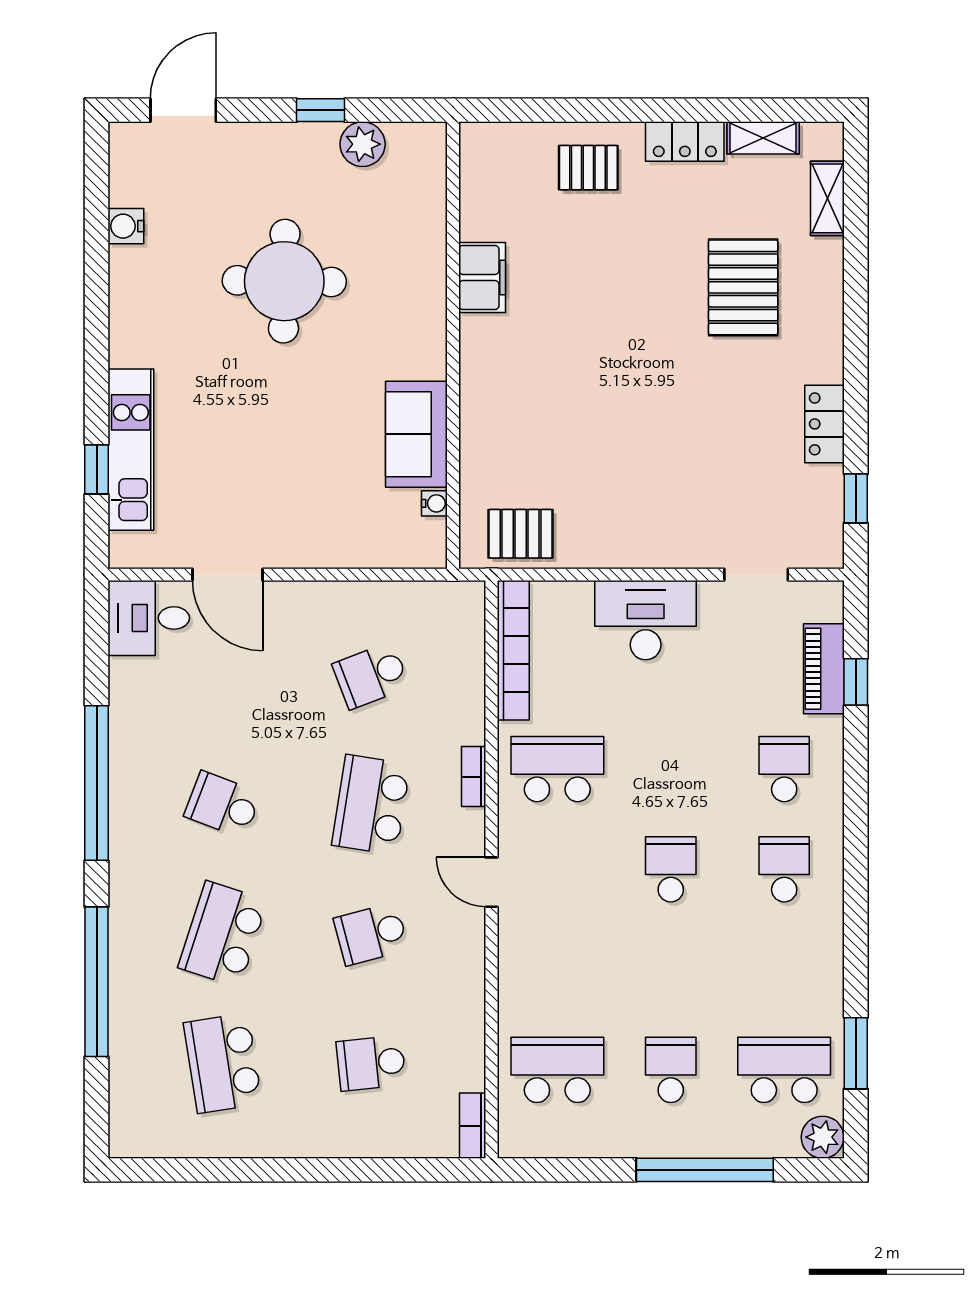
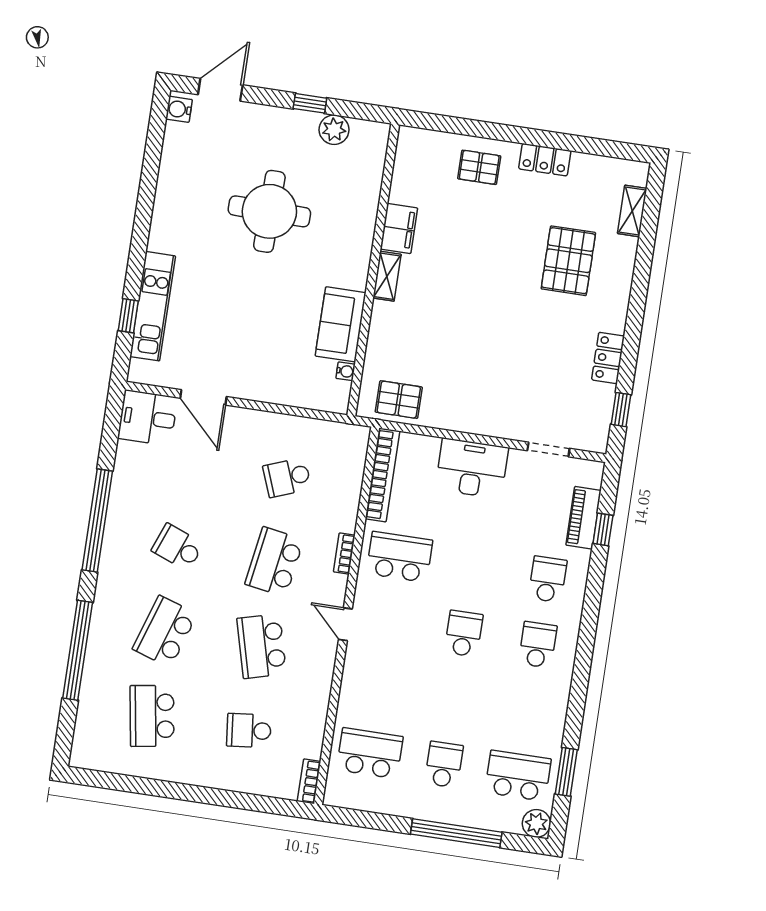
shelving: (763, 138) -> (387, 276), moved, turned 90
water cooler: (126, 226) -> (179, 109), moved
school desk: (371, 934) -> (262, 646), width x1.85

